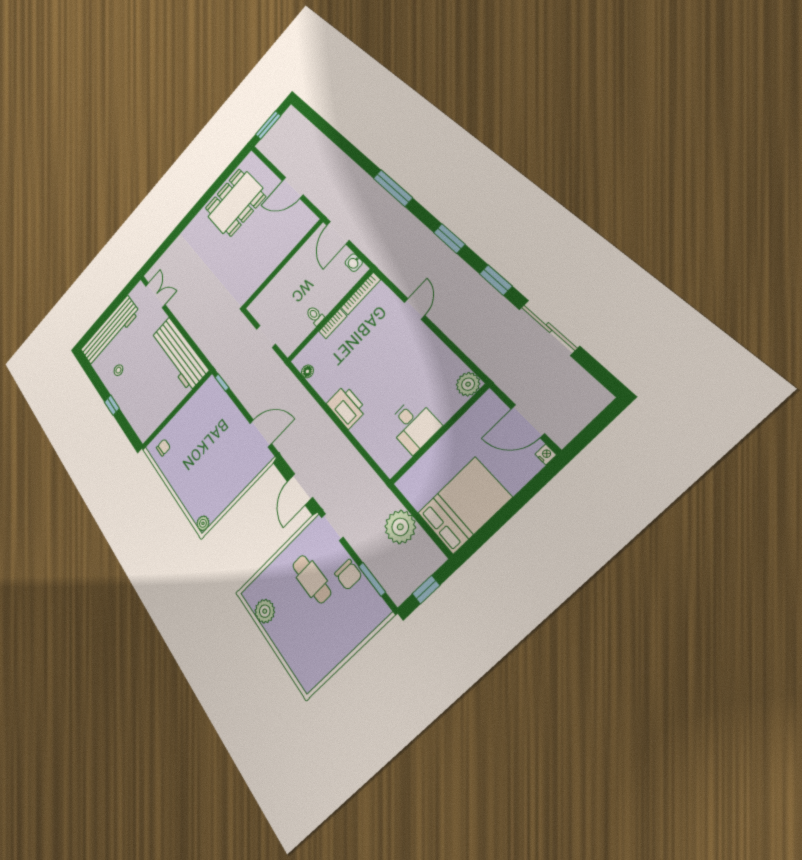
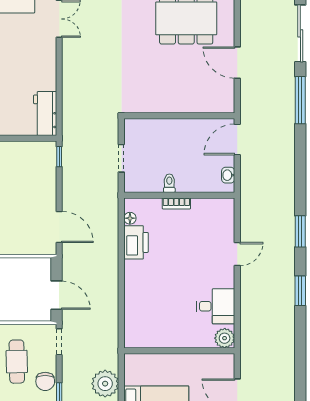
window: (393, 188) -> (300, 100), moved
bookcase: (361, 294) -> (213, 203), removed
sliding door: (549, 328) -> (300, 33), moved
workbench: (179, 354) -> (45, 113), width x0.53, depth x0.76
printer: (346, 407) -> (136, 242), moved
desk: (413, 425) -> (216, 306), moved, turned -90
door: (300, 489) -> (57, 295), swing flipped

